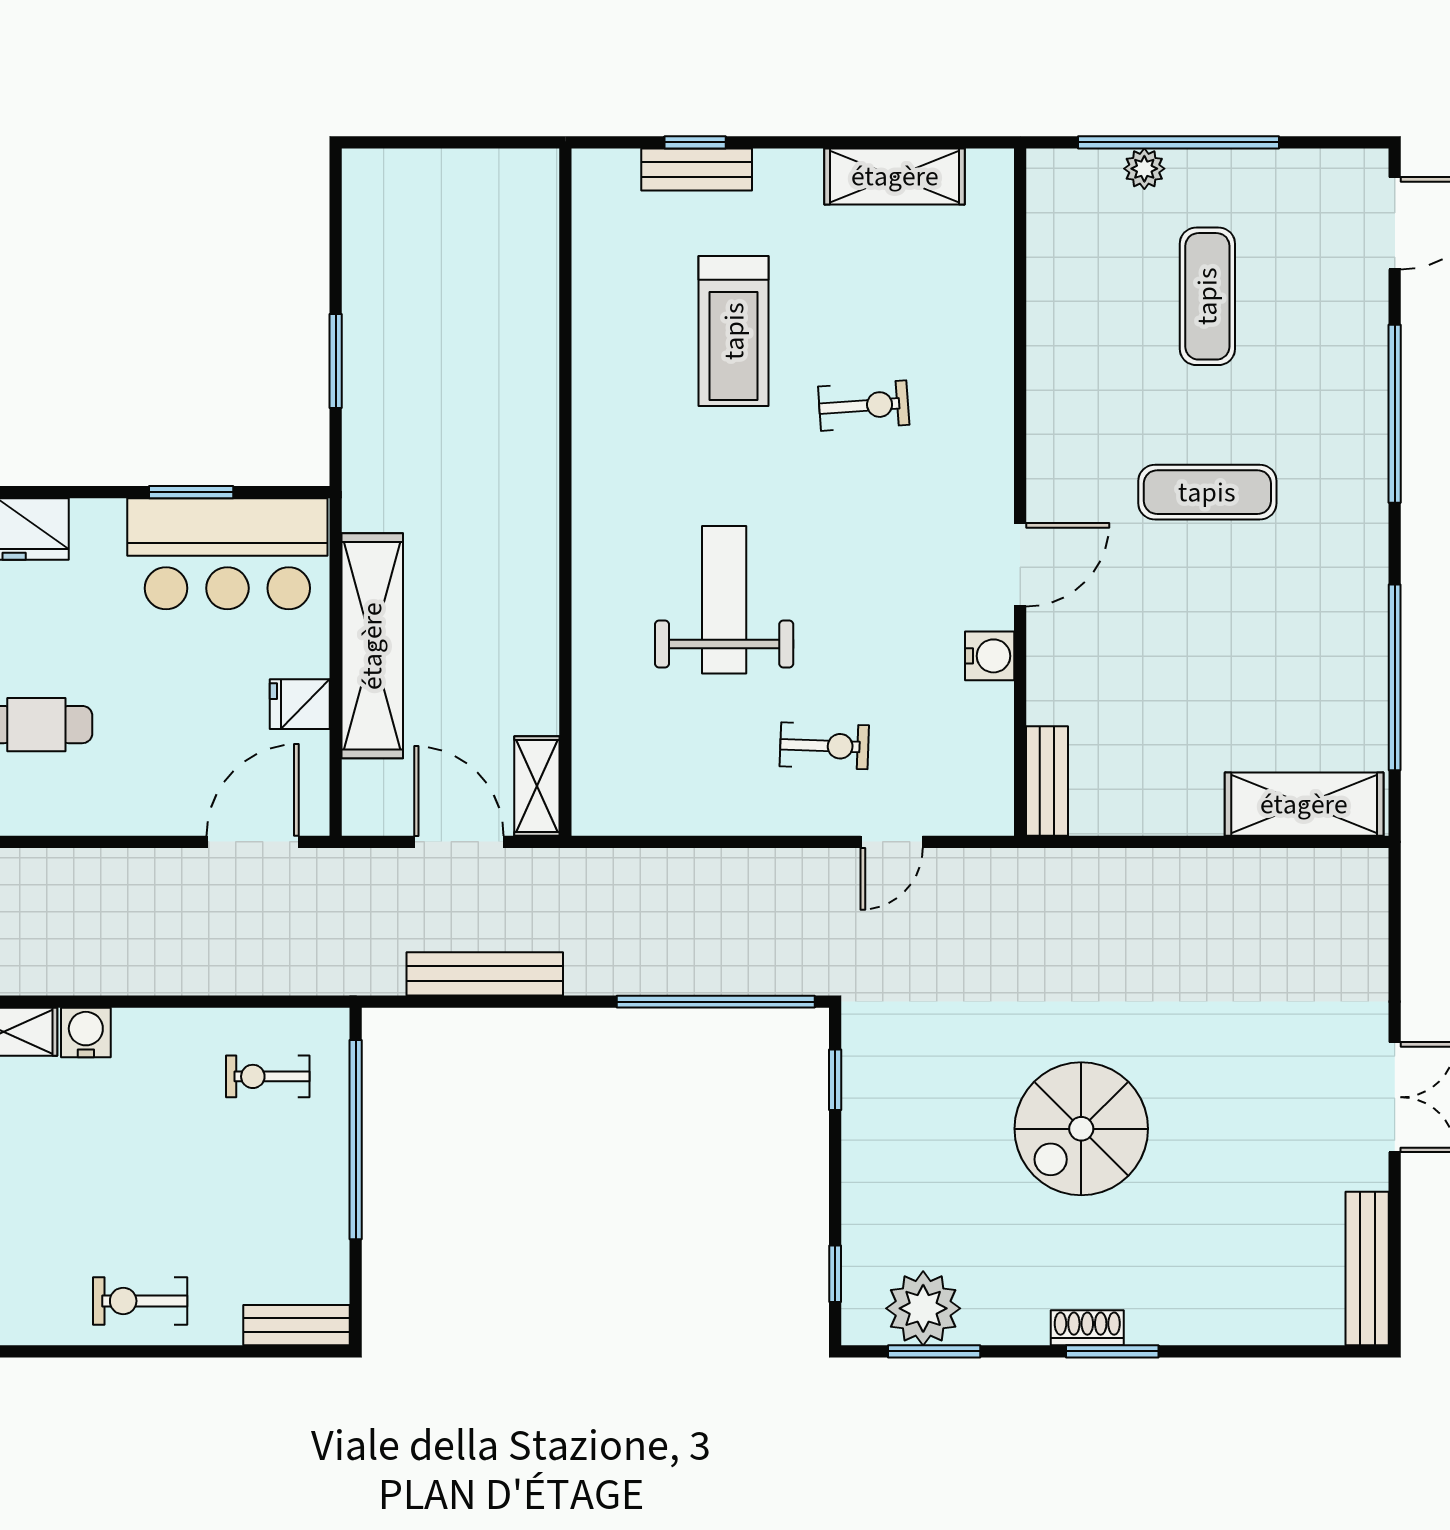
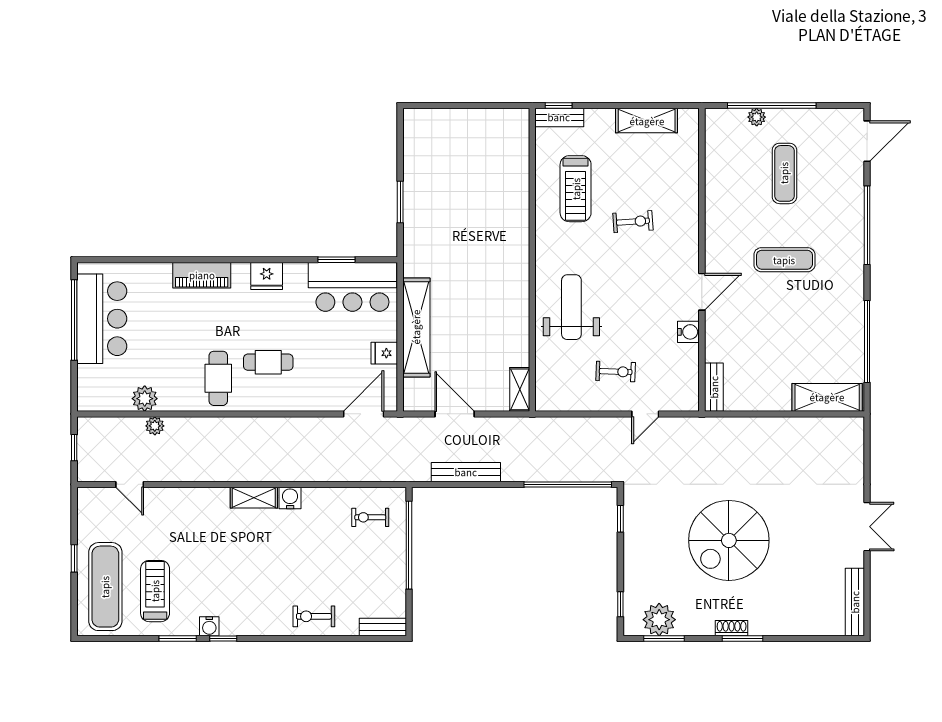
wall: (565, 492) -> (532, 260), moved
shelving: (537, 786) -> (520, 389), moved
spiral stairs: (1081, 1129) -> (729, 540), width x1.37, depth x1.37

